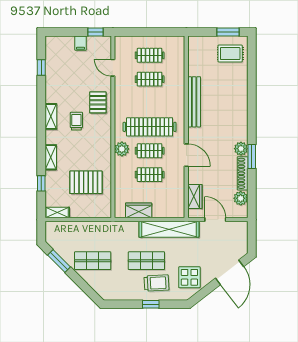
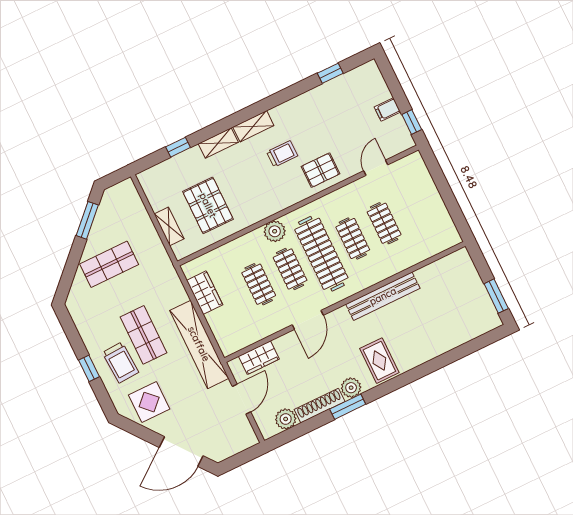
rug: (230, 54) -> (379, 361), moved
clothes rail: (150, 55) -> (353, 238), moved
shelving: (51, 116) -> (253, 126), moved
shelving: (57, 212) -> (169, 226), moved
shop shelf: (93, 261) -> (109, 264), turned 90

